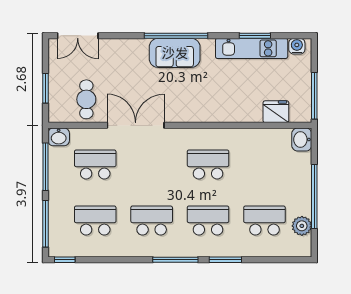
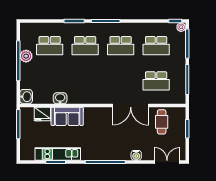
water cooler: (297, 46) -> (136, 155), moved
sofa: (175, 53) -> (67, 116), moved, turned 180
washbasin: (59, 137) -> (60, 98), moved
school desk: (208, 164) -> (85, 81), removed
plant: (302, 226) -> (26, 56), moved
plant: (55, 250) -> (181, 27), added

